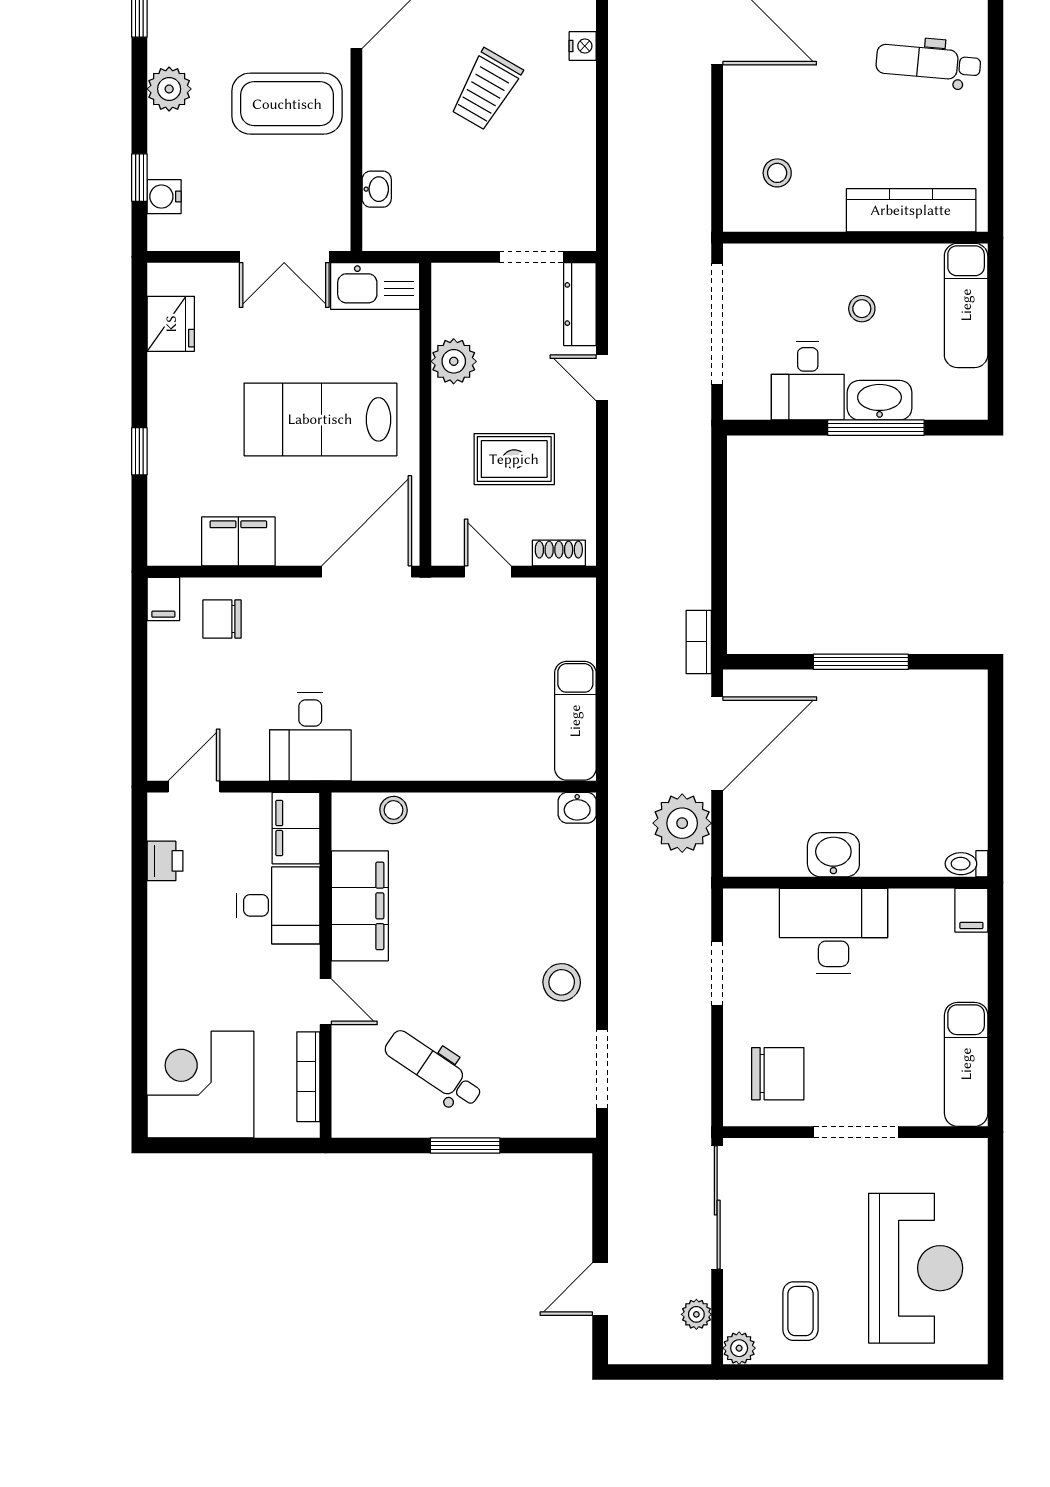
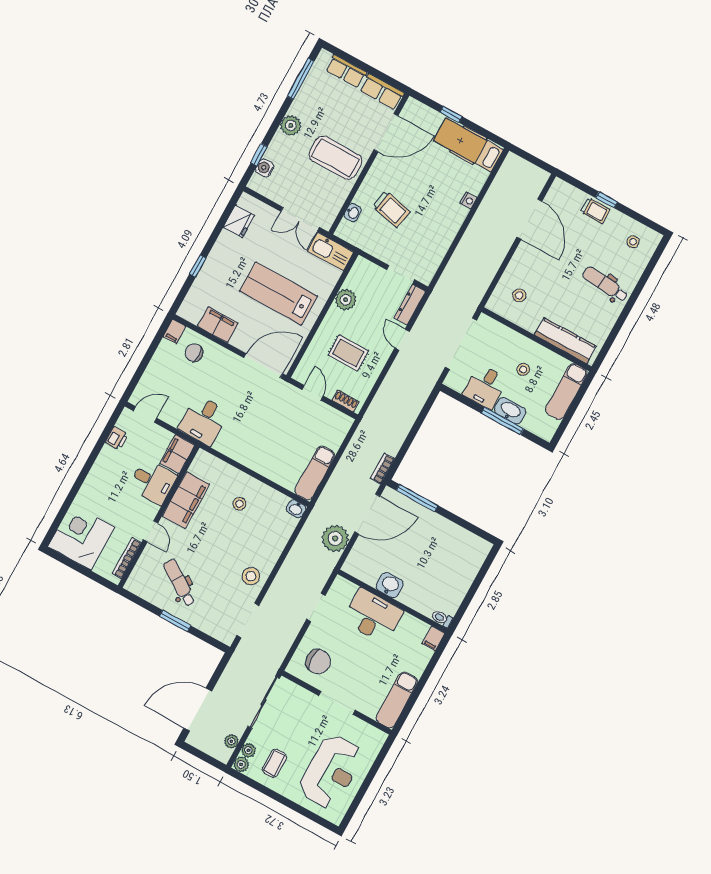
trolley: (486, 89) -> (391, 209), moved, turned -107
window: (861, 662) -> (417, 498), moved
stool: (393, 810) -> (239, 504), moved
door: (600, 1289) -> (198, 709), width x1.87
plant: (738, 1314) -> (248, 750), added

